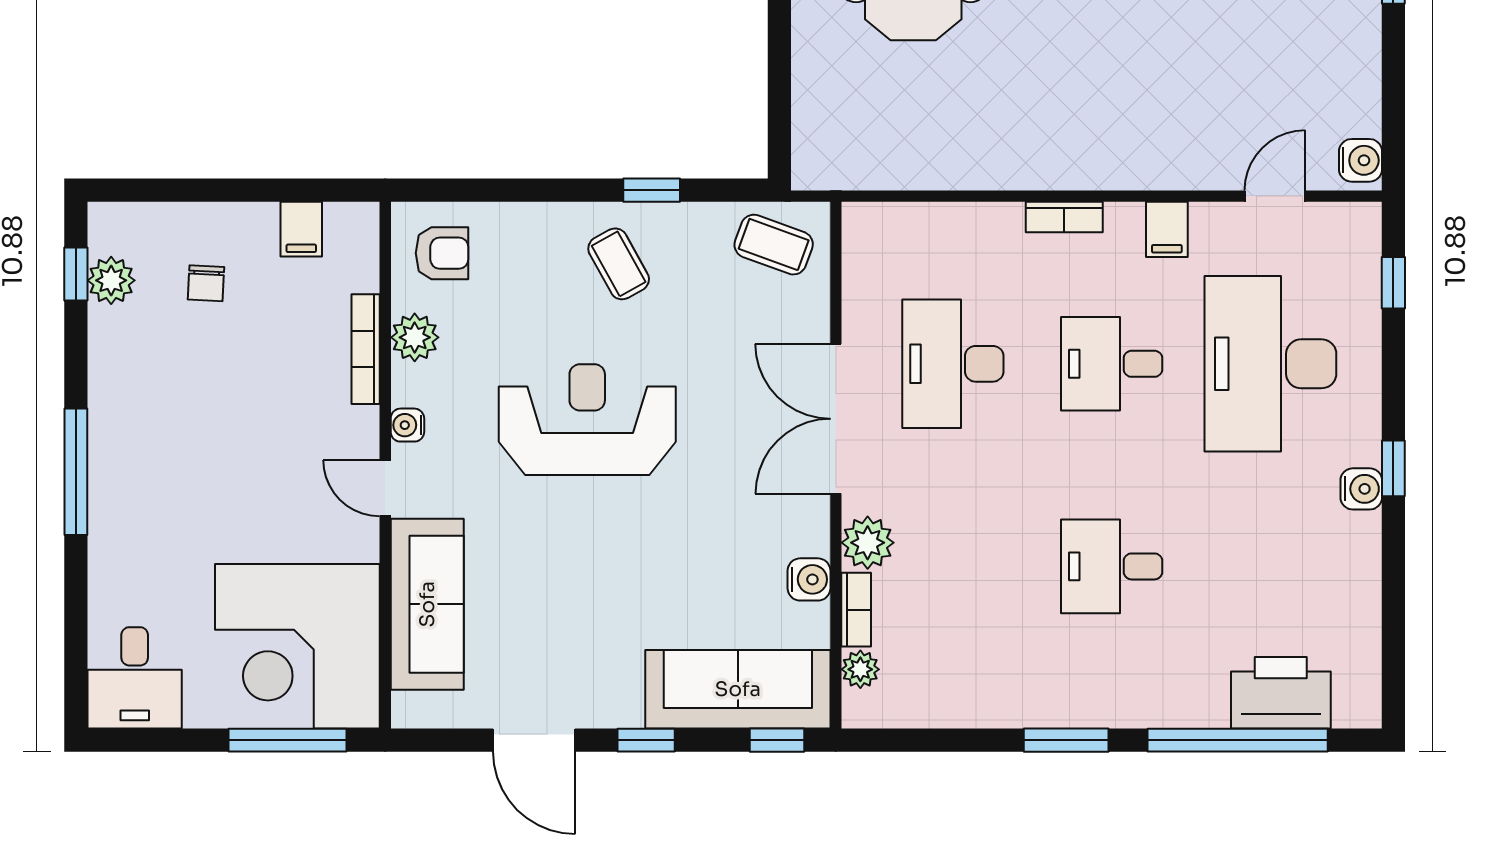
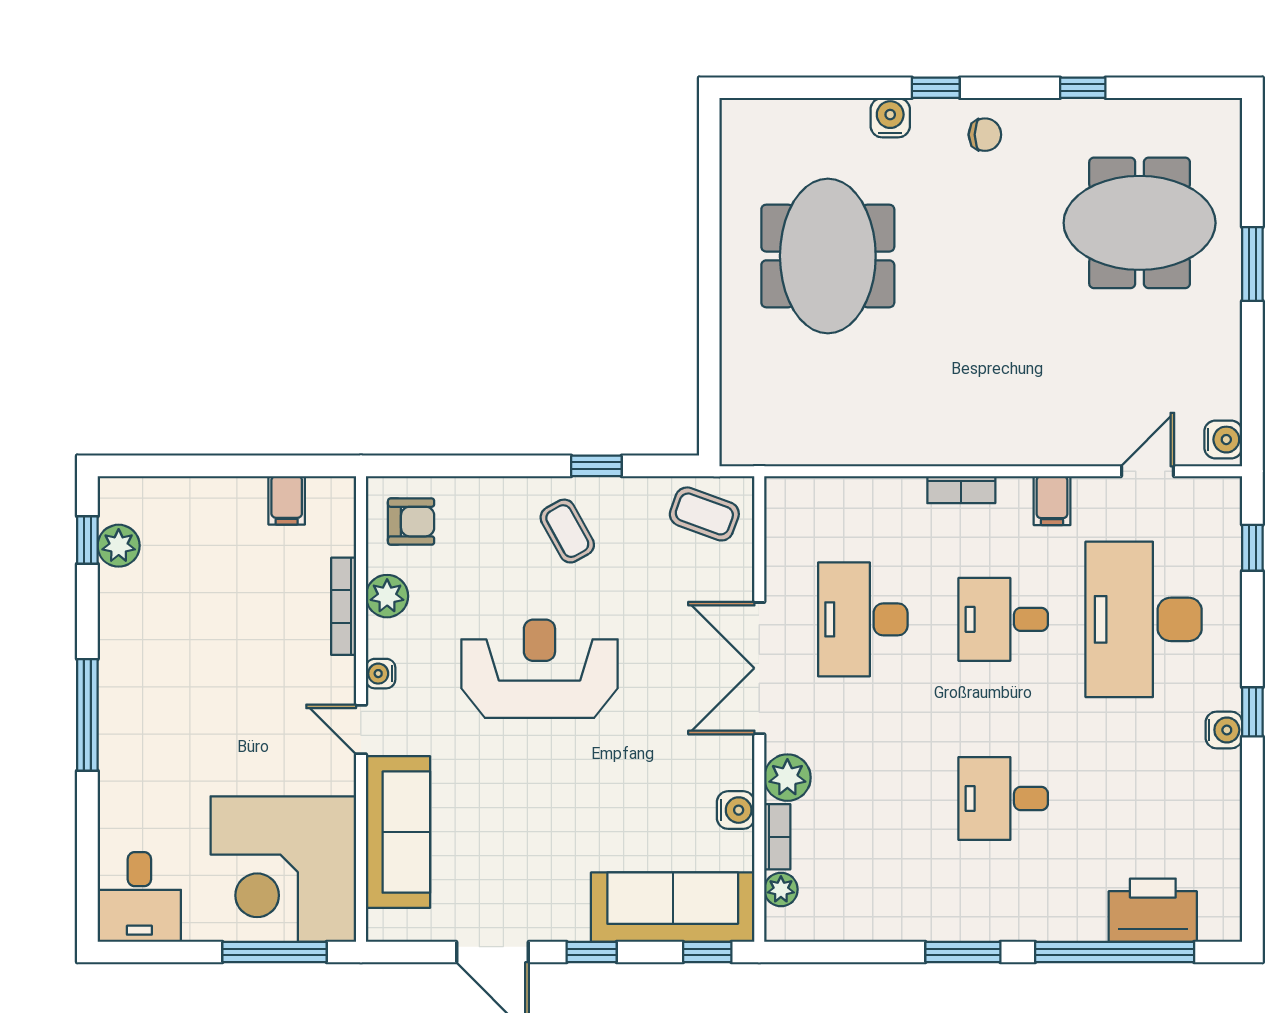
chair: (206, 283) -> (202, 548), removed

